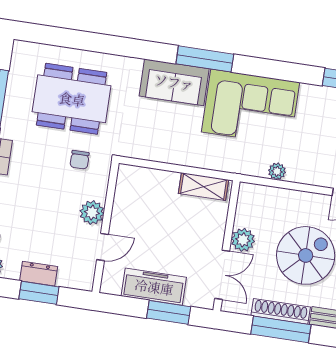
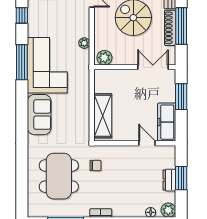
window: (205, 59) -> (22, 62), moved
shelving: (204, 187) -> (103, 116), moved, width x1.50, depth x1.33
plant: (92, 213) -> (127, 153), removed
plant: (243, 240) -> (104, 58), moved
freezer: (154, 287) -> (167, 122), moved

